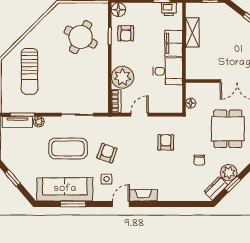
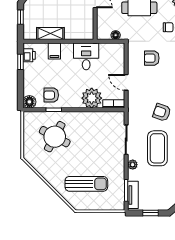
armchair: (126, 33) -> (51, 95), turned 180
filing cabinet: (174, 43) -> (54, 51), width x0.50
plant: (39, 122) -> (133, 165), moved

